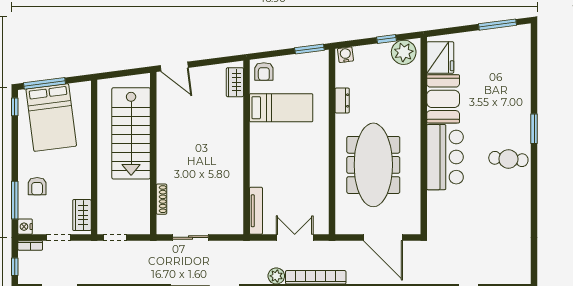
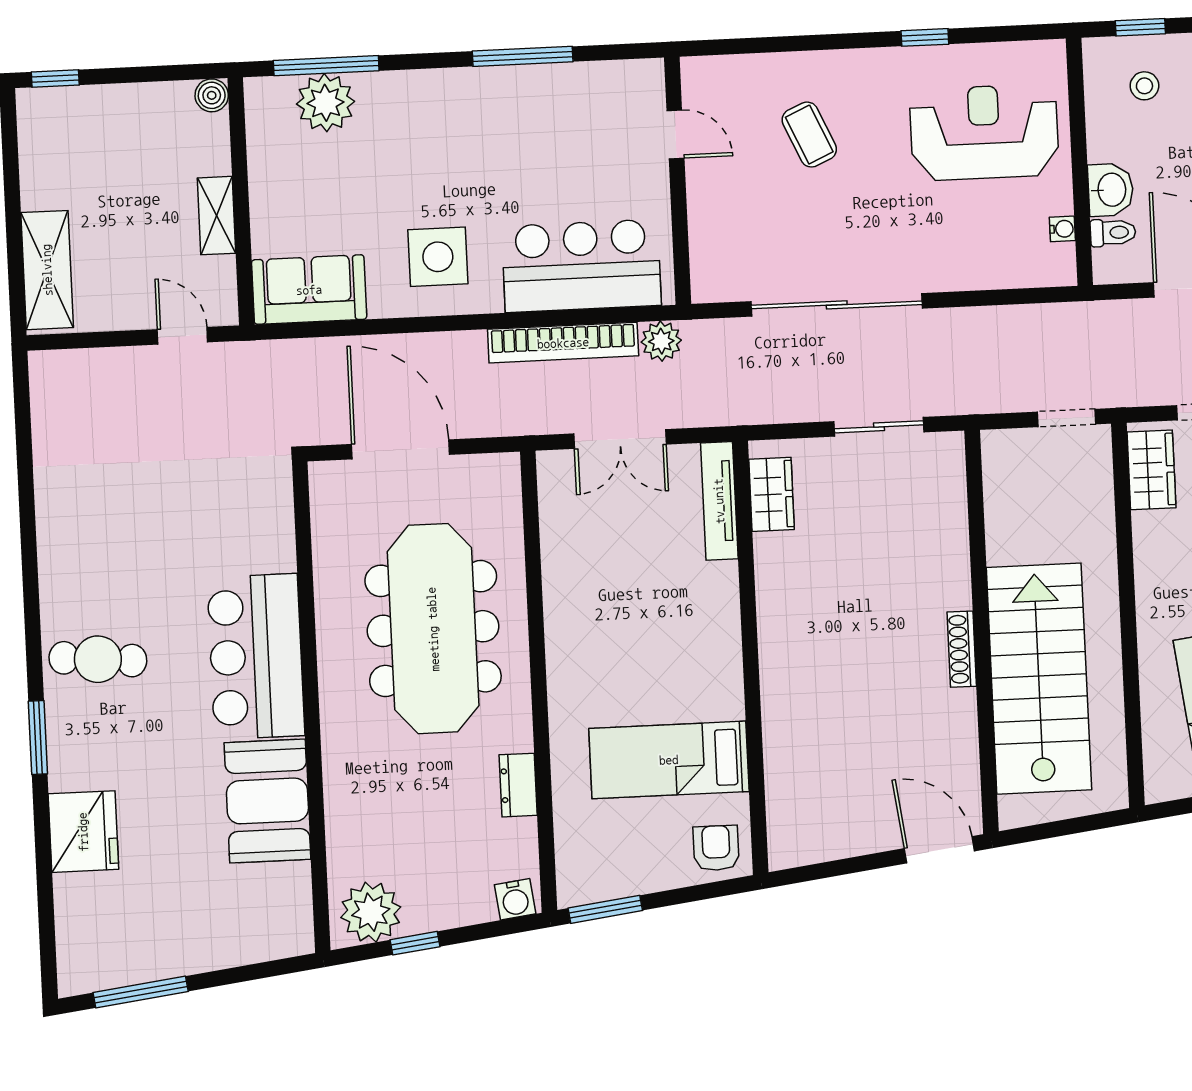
fridge: (440, 57) -> (83, 832), moved, turned 180
wardrobe: (235, 82) -> (772, 494), moved
shoe rack: (161, 199) -> (962, 649), moved

